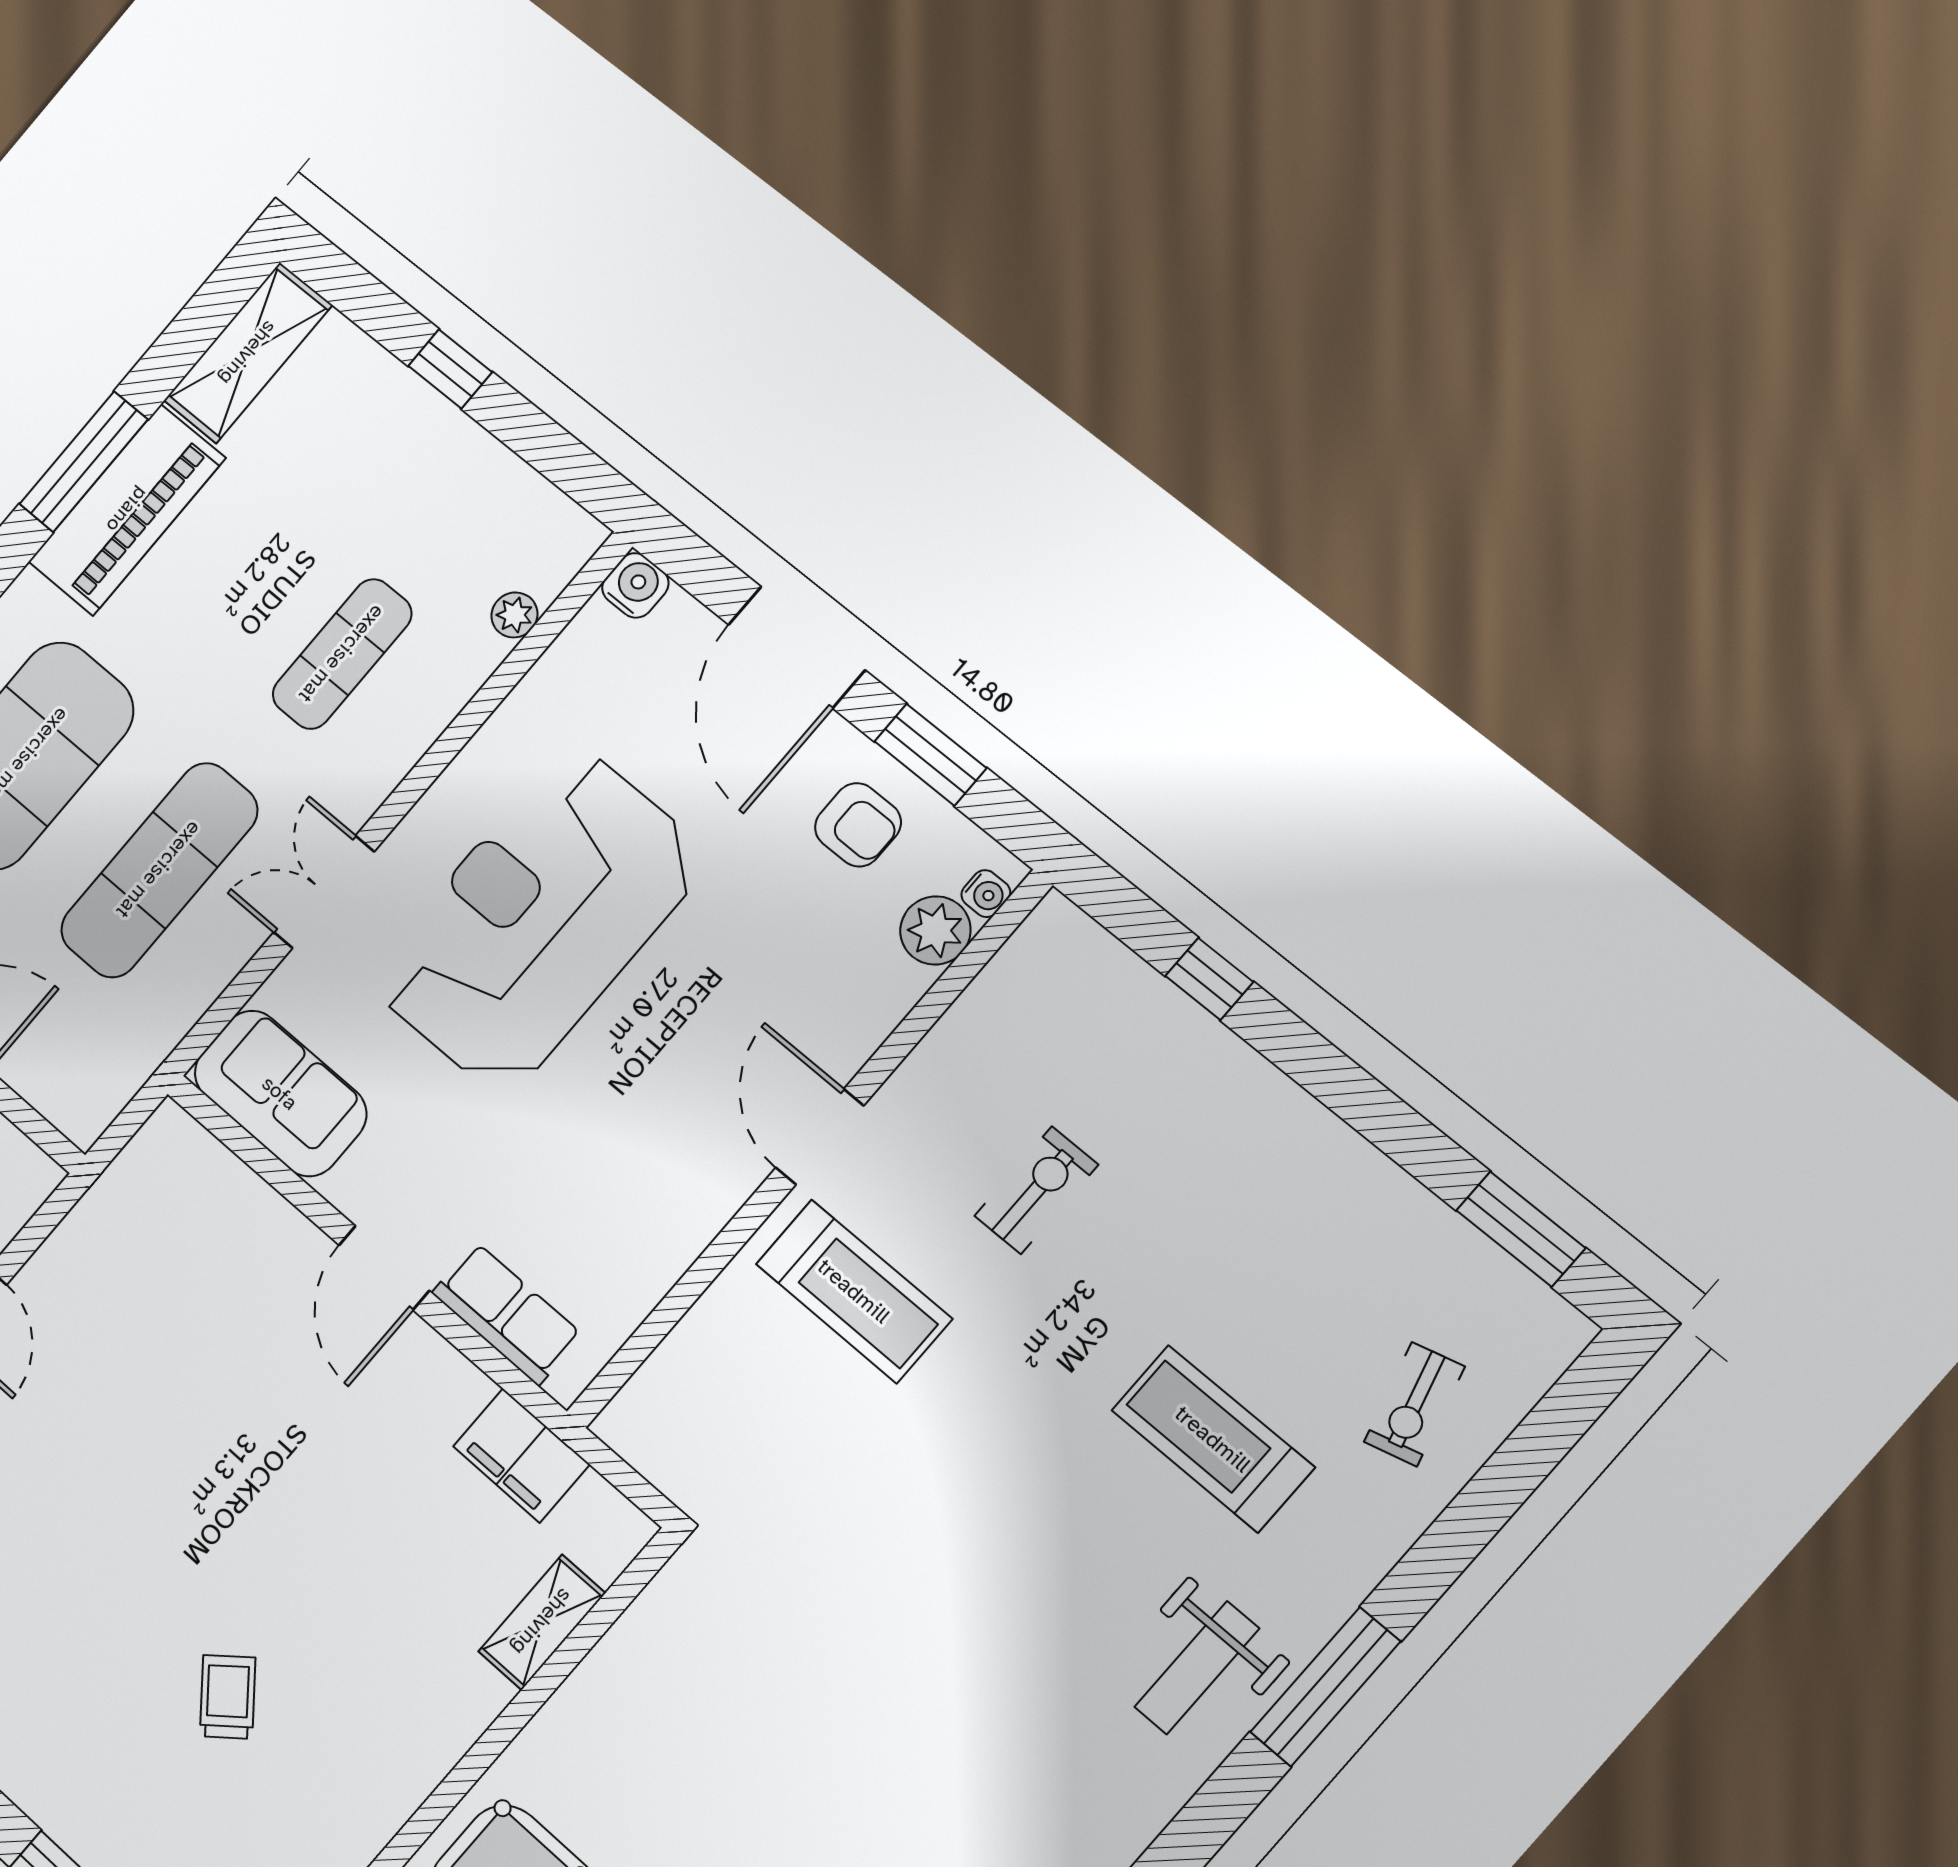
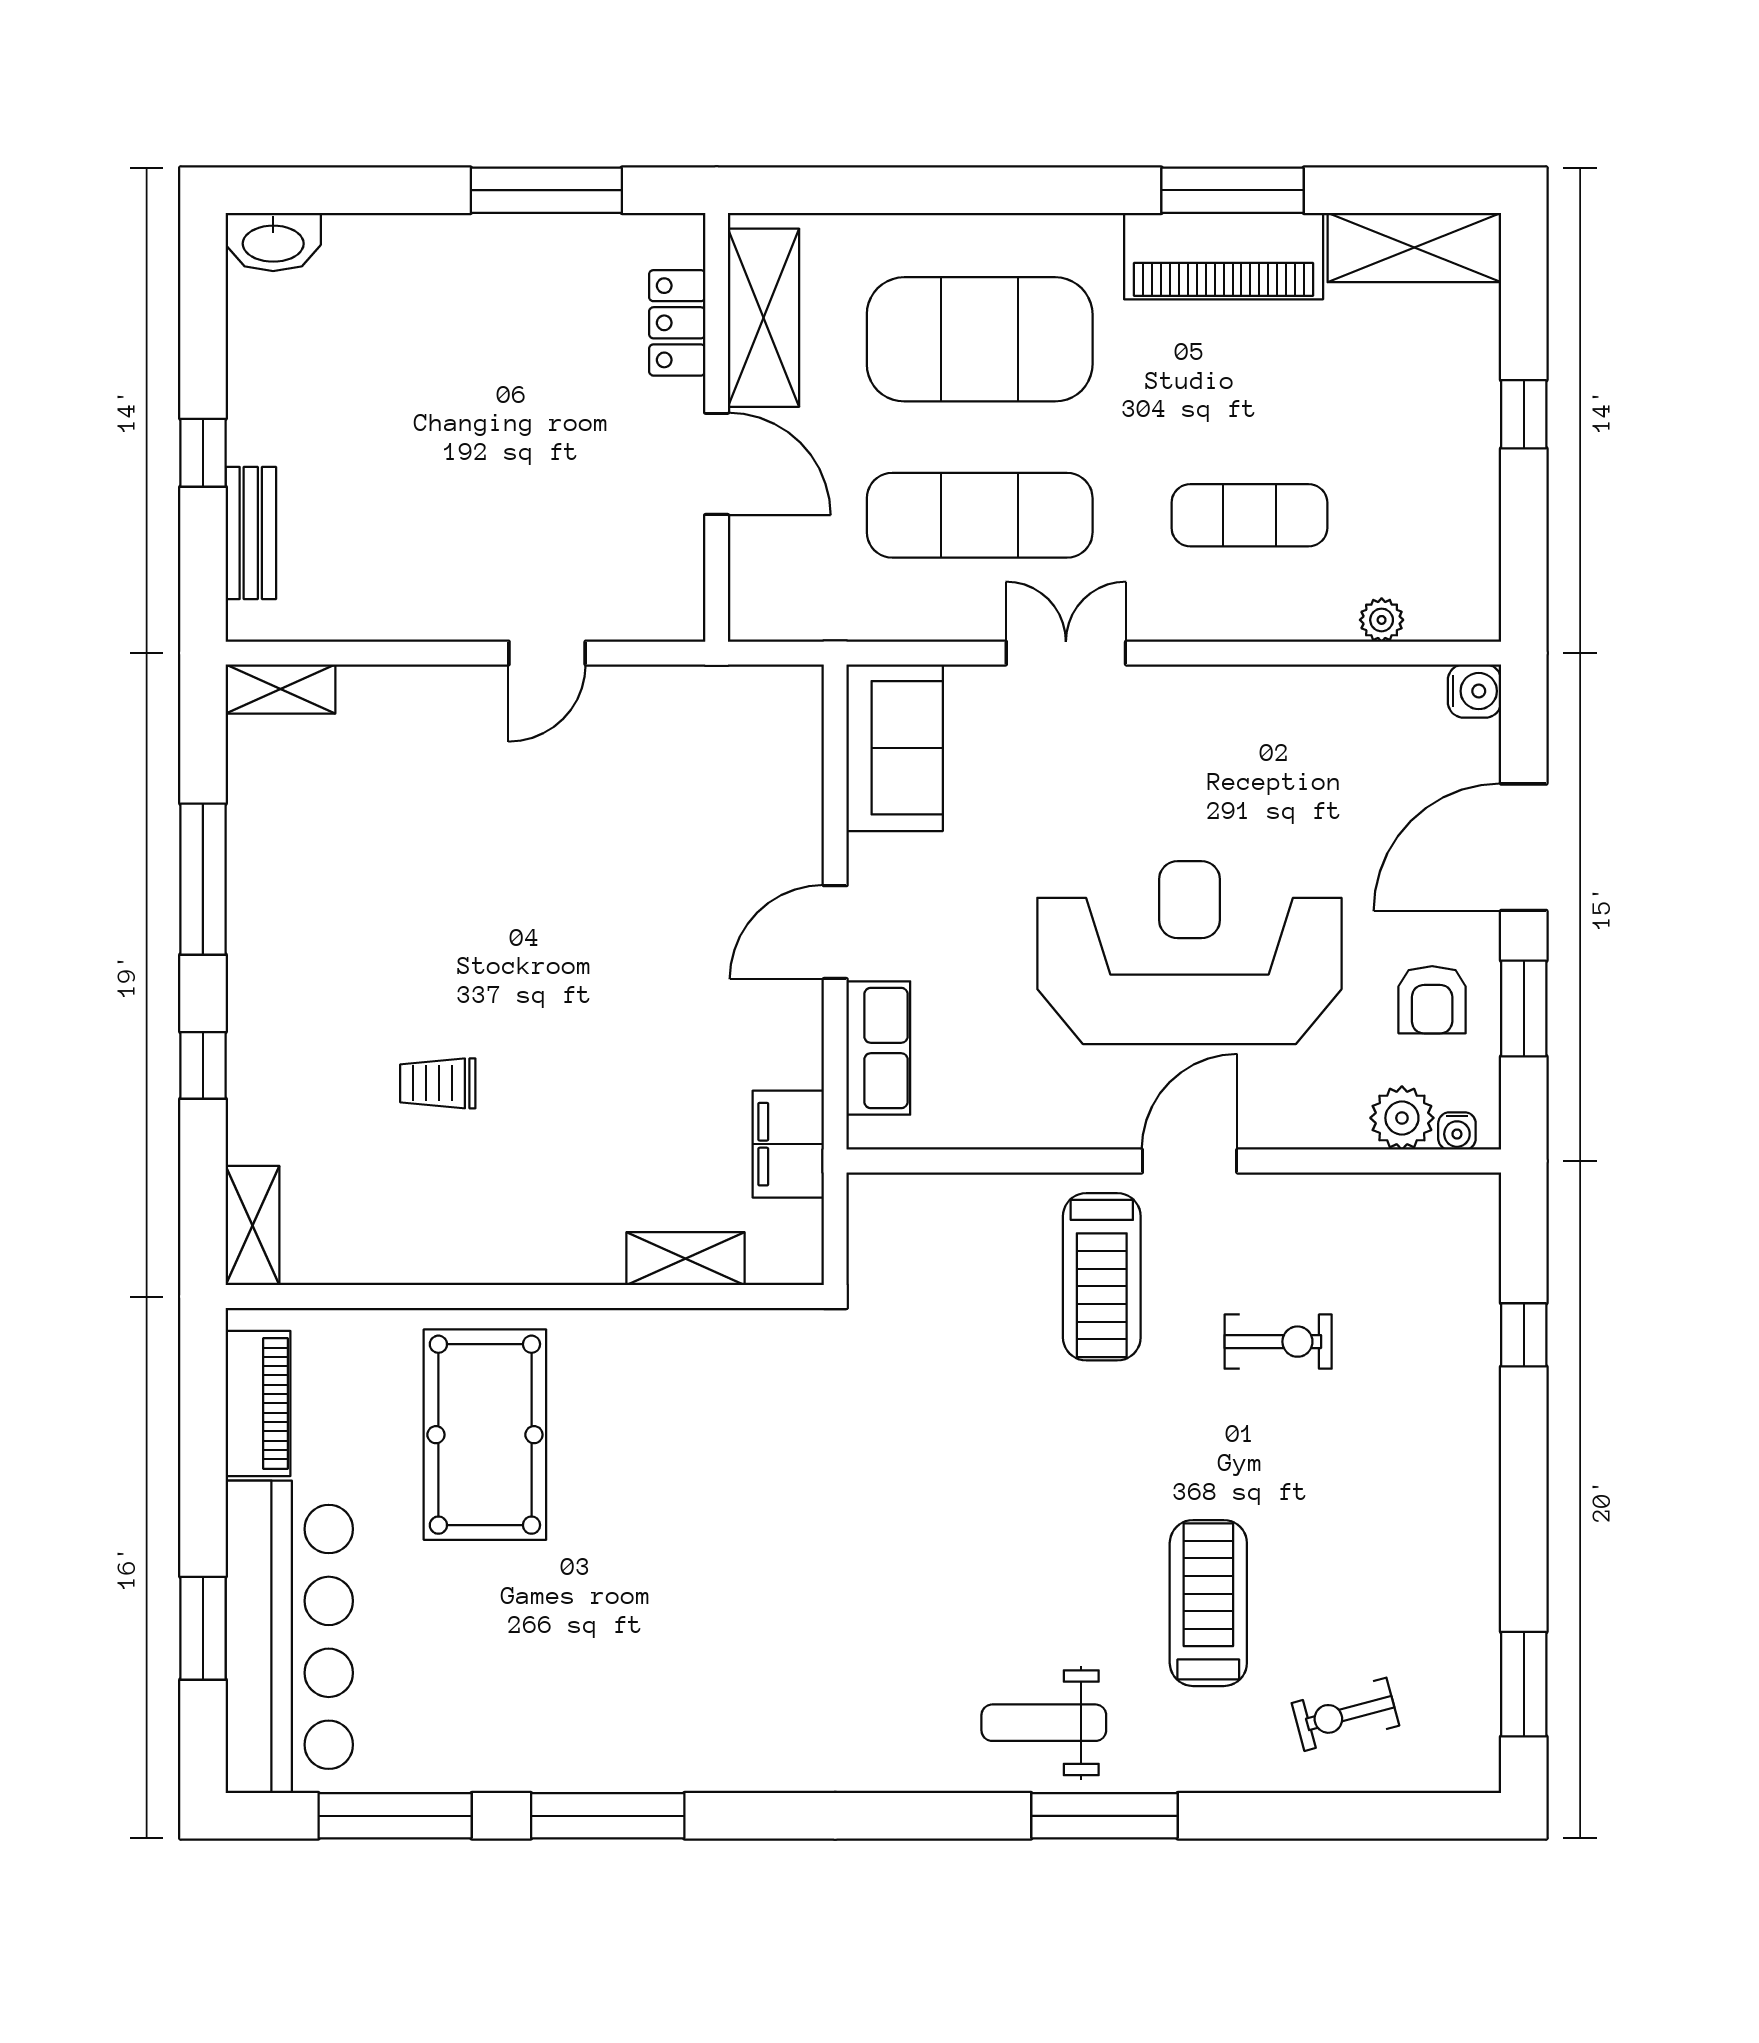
reception desk: (538, 920) -> (1189, 953), moved
trolley: (228, 1697) -> (438, 1083), turned -141

